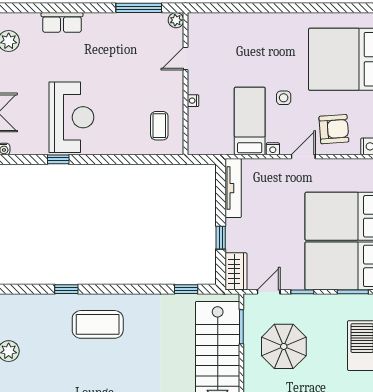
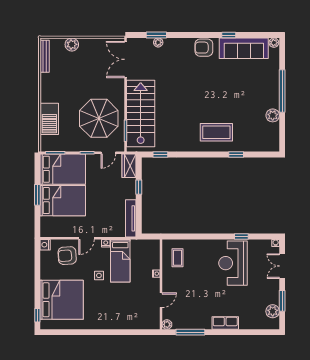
row of seats: (62, 22) -> (225, 323), moved
parasol: (284, 346) -> (99, 118), width x1.36, depth x1.36

